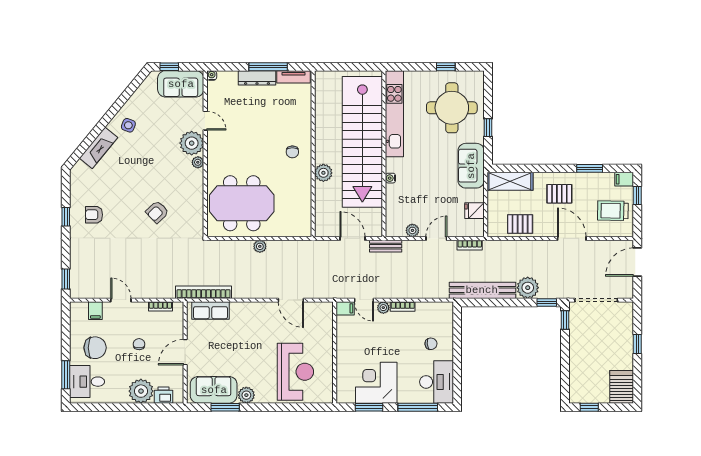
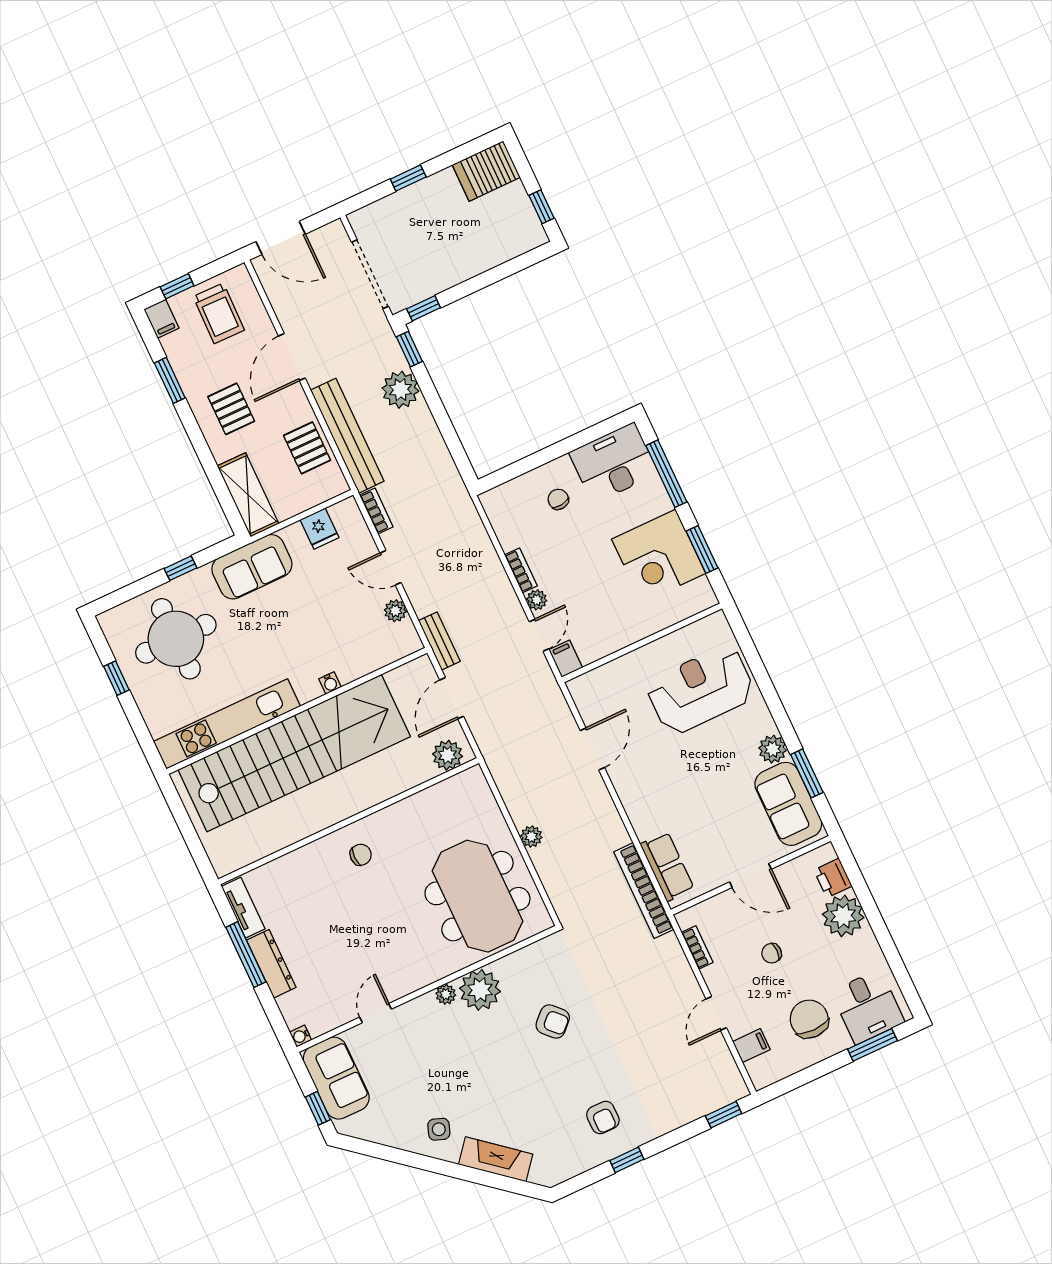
plant: (192, 143) -> (480, 990), moved
plant: (323, 173) -> (448, 755), moved
bench: (482, 290) -> (347, 436), moved

